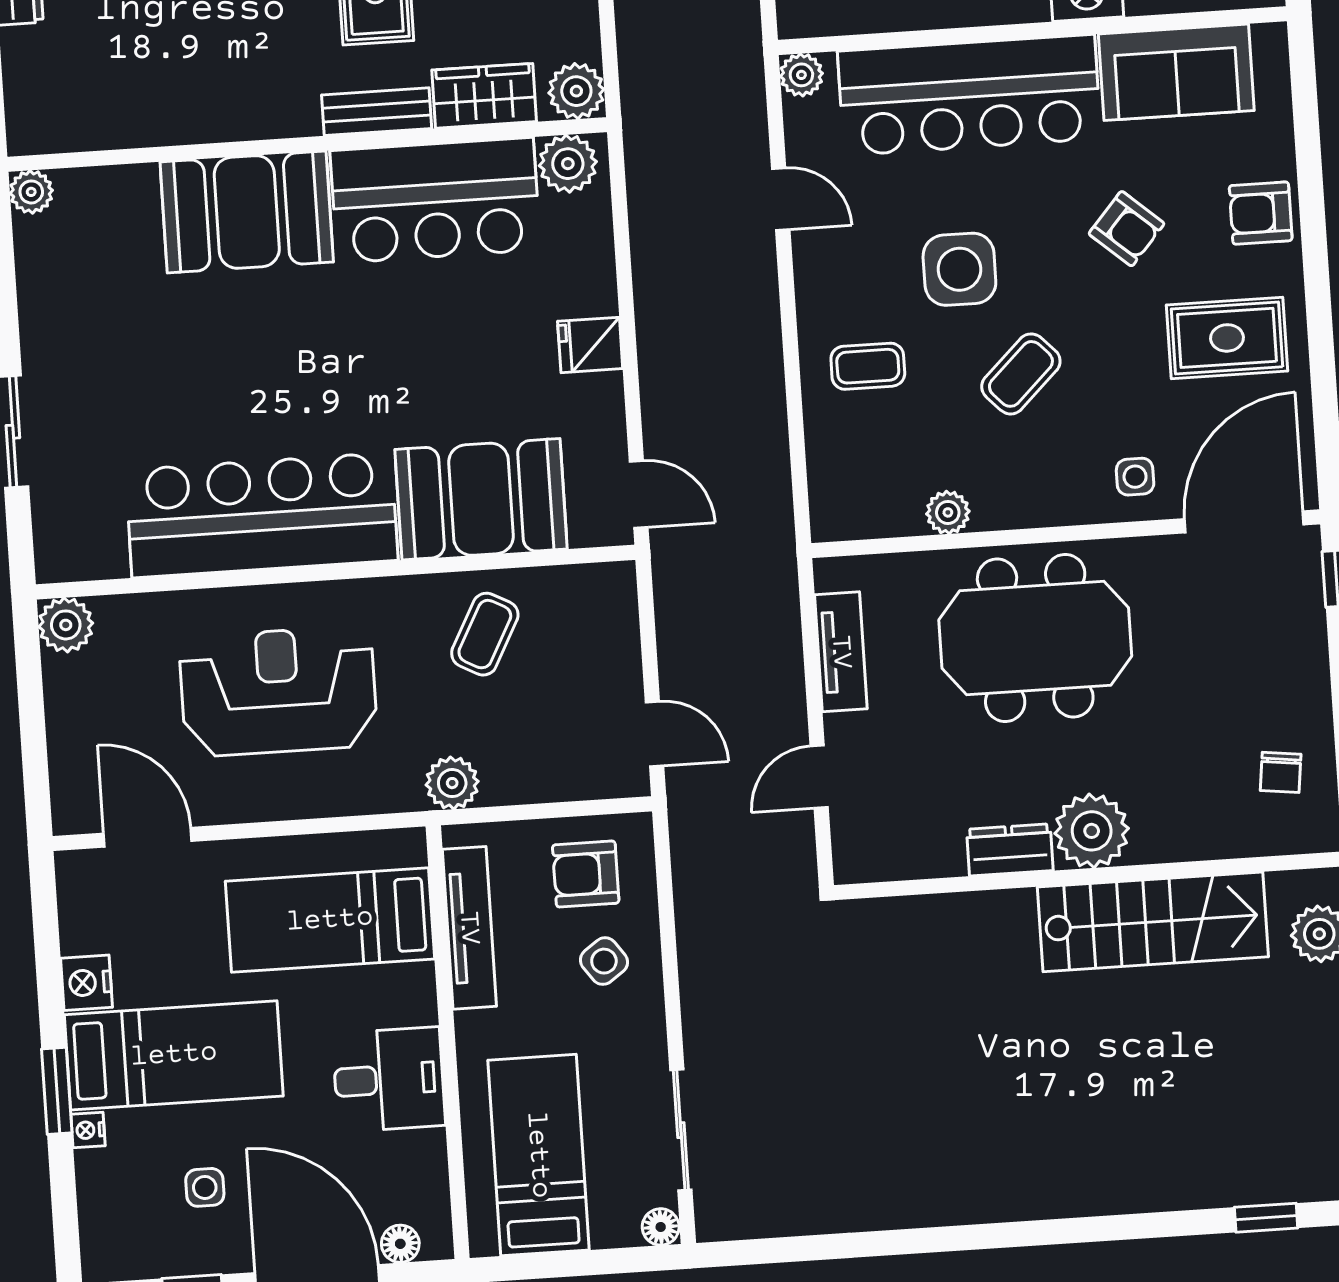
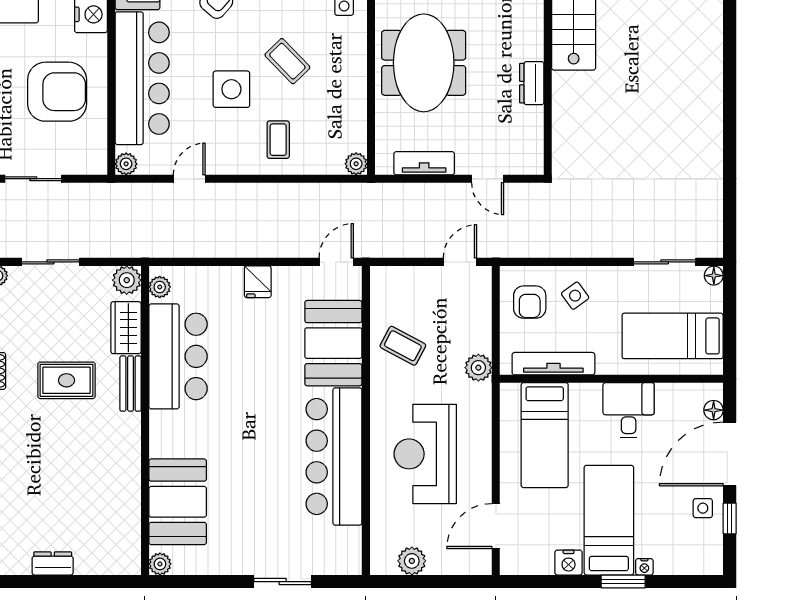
plant: (568, 164) -> (160, 287), width x0.73, depth x0.73
booth: (247, 212) -> (178, 502), moved
plant: (948, 512) -> (356, 164), moved
plant: (66, 625) -> (412, 561), moved
plant: (1092, 831) -> (525, 40), removed
side table: (205, 1187) -> (703, 508), moved

